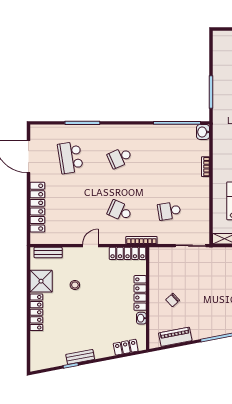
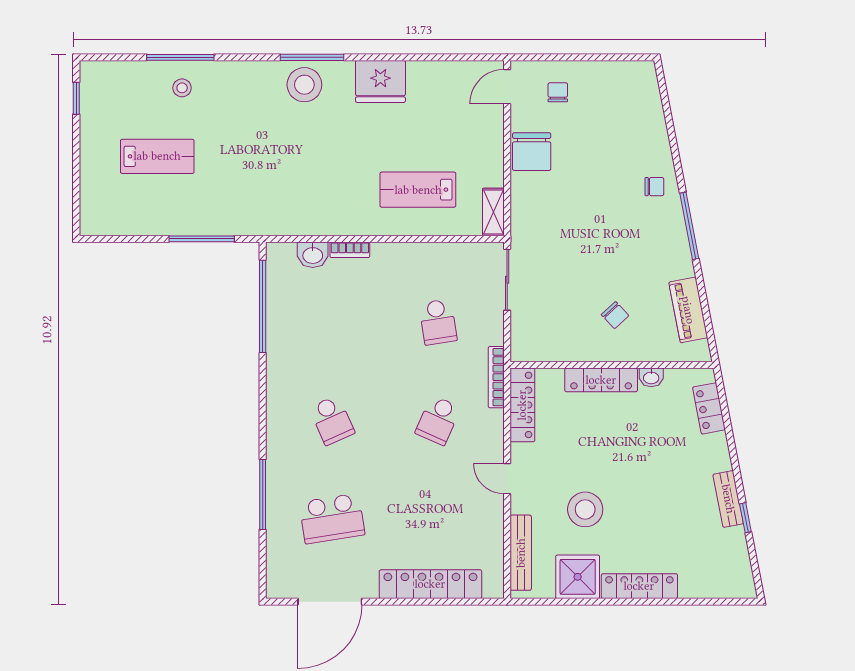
washbasin: (203, 132) -> (313, 255), moved
bench: (48, 253) -> (521, 553), width x1.36
stool: (75, 285) -> (585, 509), width x1.89, depth x1.89

